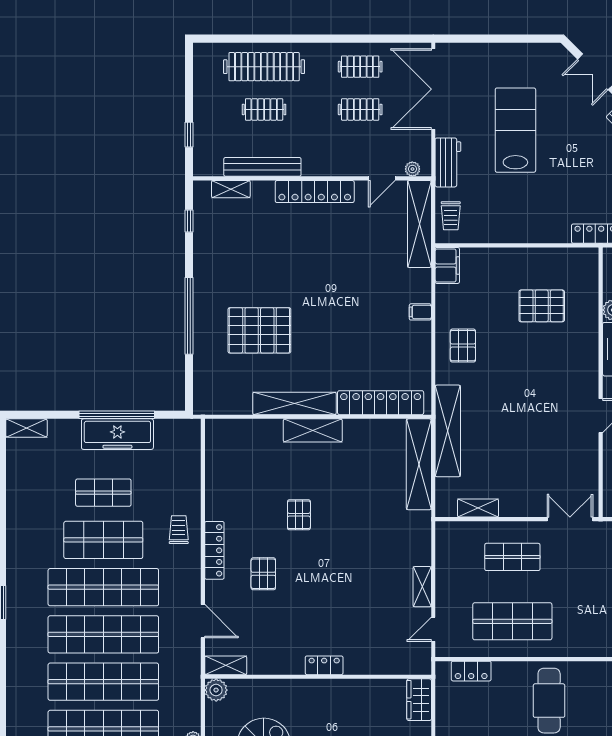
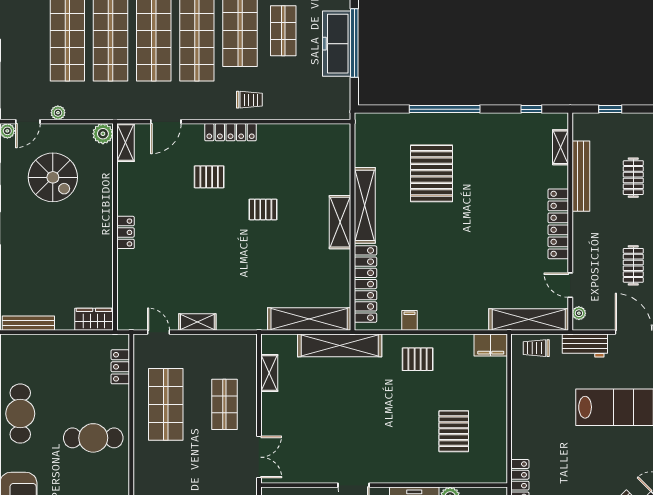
filing cabinet: (420, 312) -> (409, 320), moved

